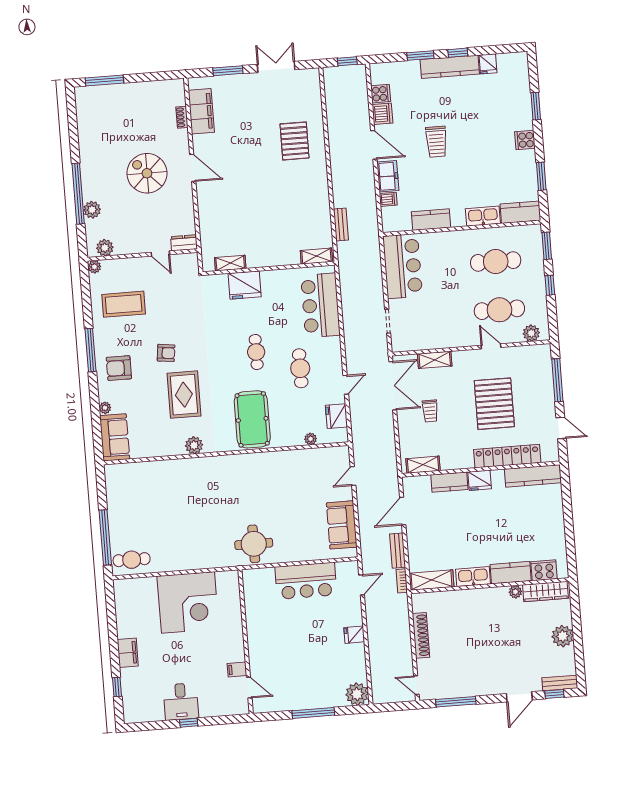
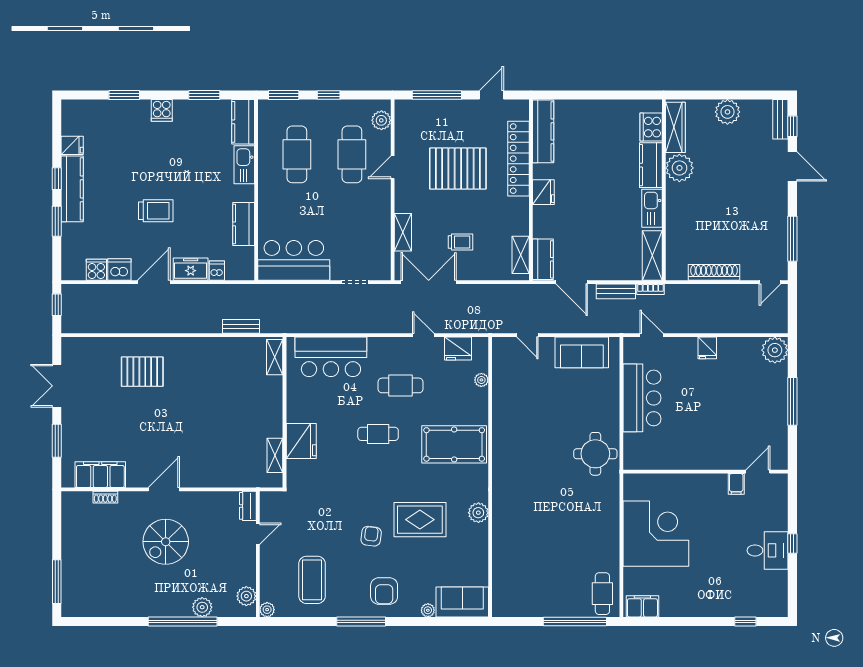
kitchen counter: (449, 482) -> (543, 259), moved
plant: (515, 592) -> (679, 168), width x1.87, depth x1.87
filing cabinet: (128, 653) -> (642, 606), moved

